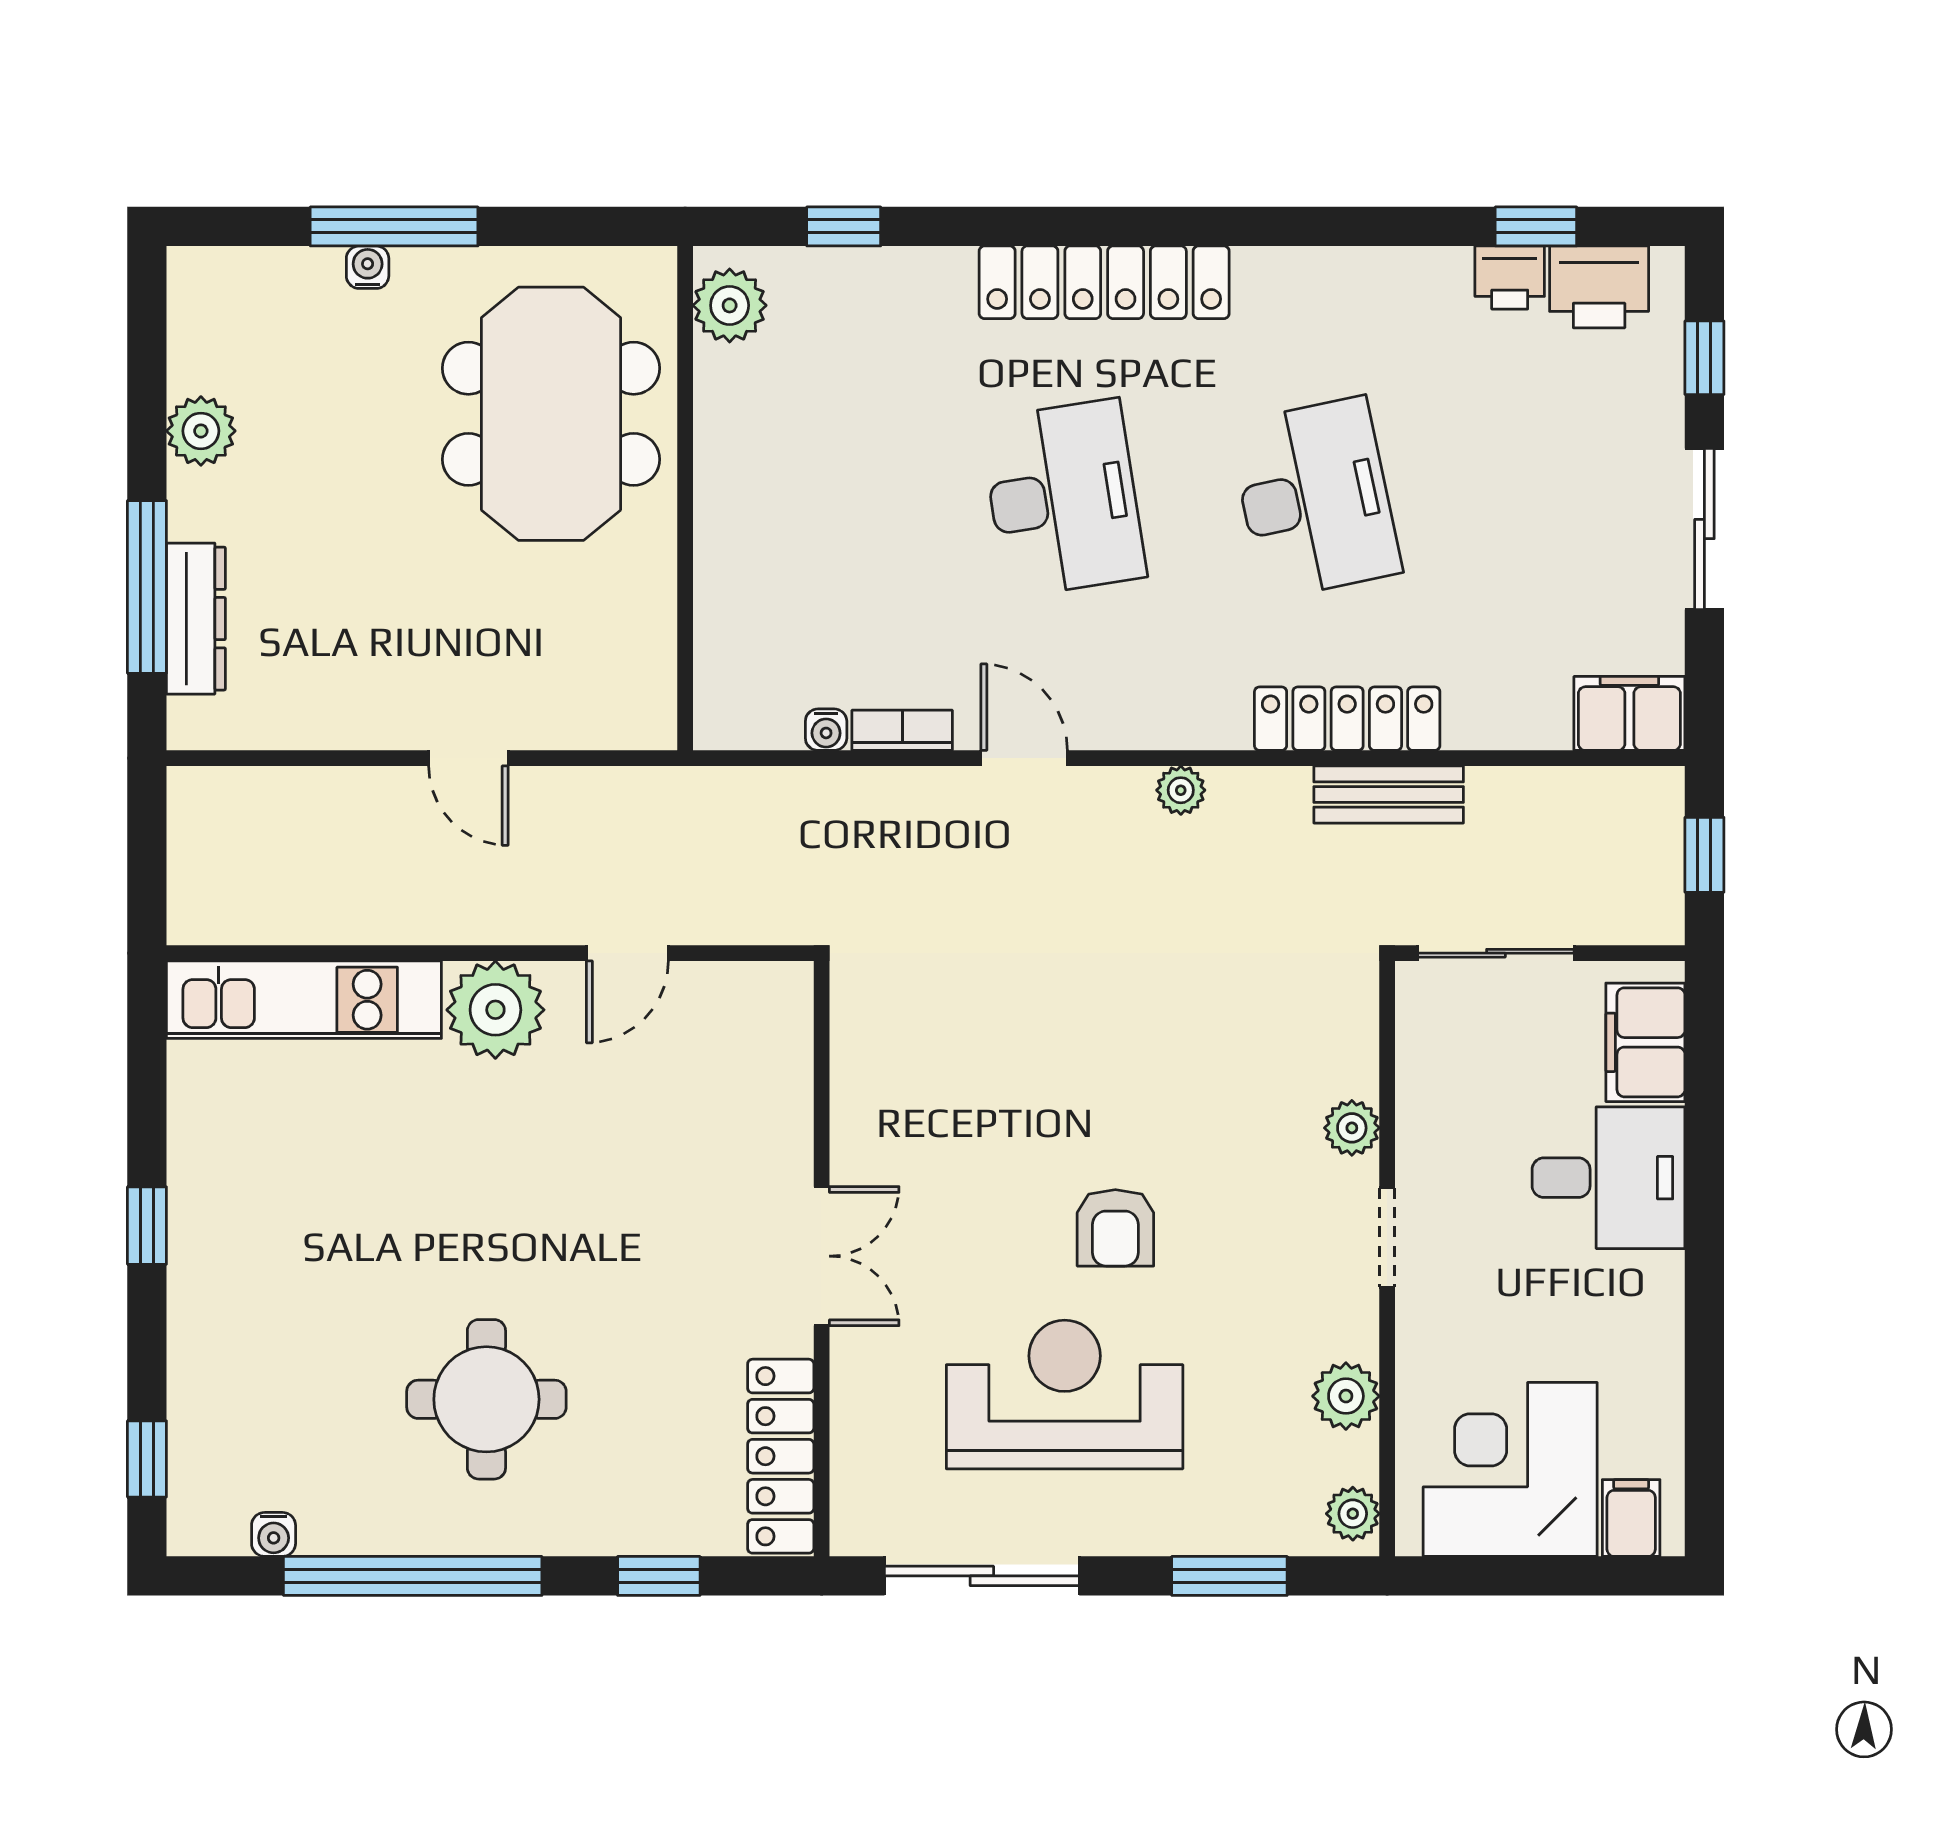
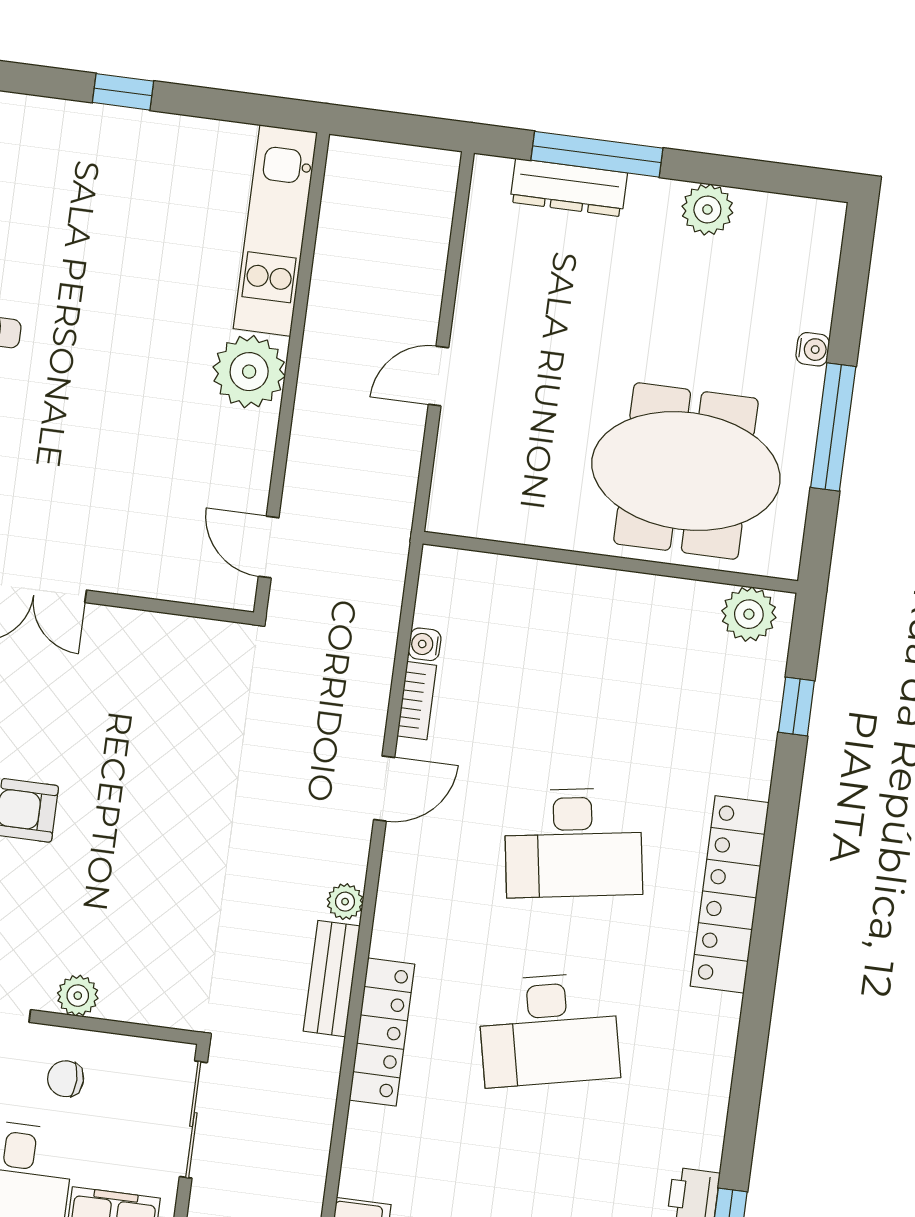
window: (394, 226) -> (833, 427), moved
bench: (1389, 795) -> (332, 979), moved
door: (627, 953) -> (269, 547), moved
chair: (1464, 1129) -> (66, 1079), added

